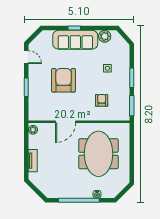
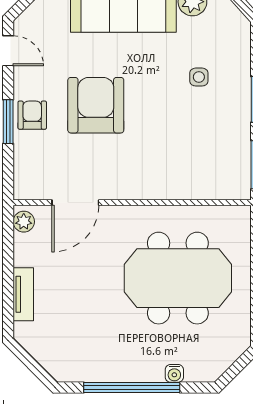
armchair: (102, 100) -> (32, 115), moved
door: (66, 122) -> (75, 203), moved
meeting table: (98, 154) -> (178, 278), turned 90

